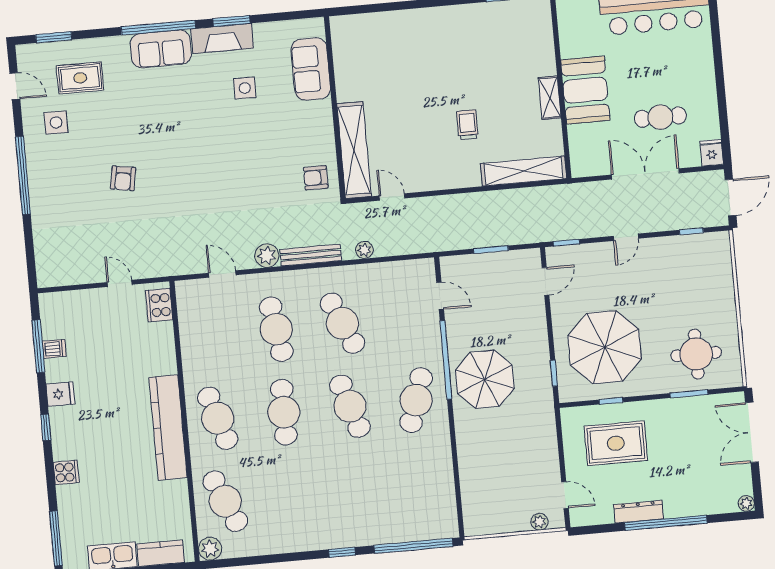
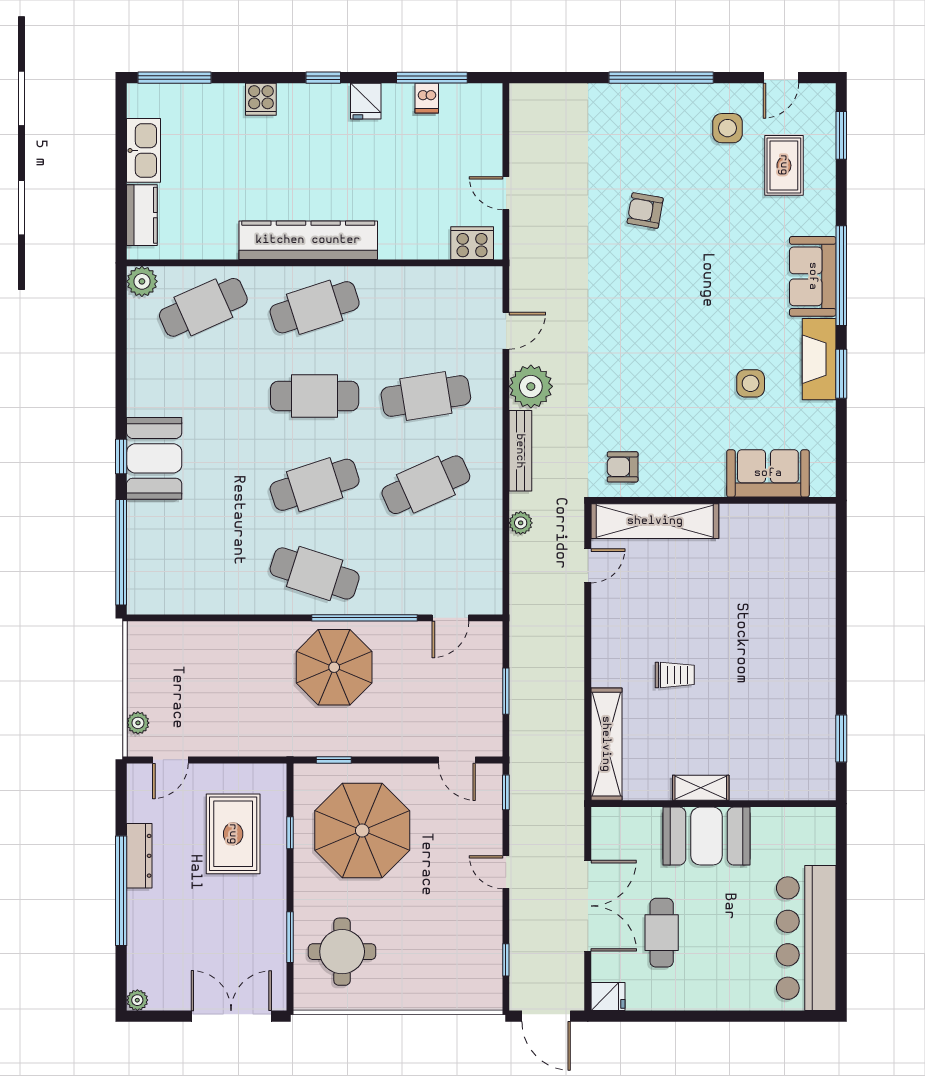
armchair: (316, 178) -> (623, 467), turned -90
plant: (267, 256) -> (531, 386), width x1.36, depth x1.36
door: (120, 283) -> (506, 193), swing flipped
booth: (341, 528) -> (154, 458), added

